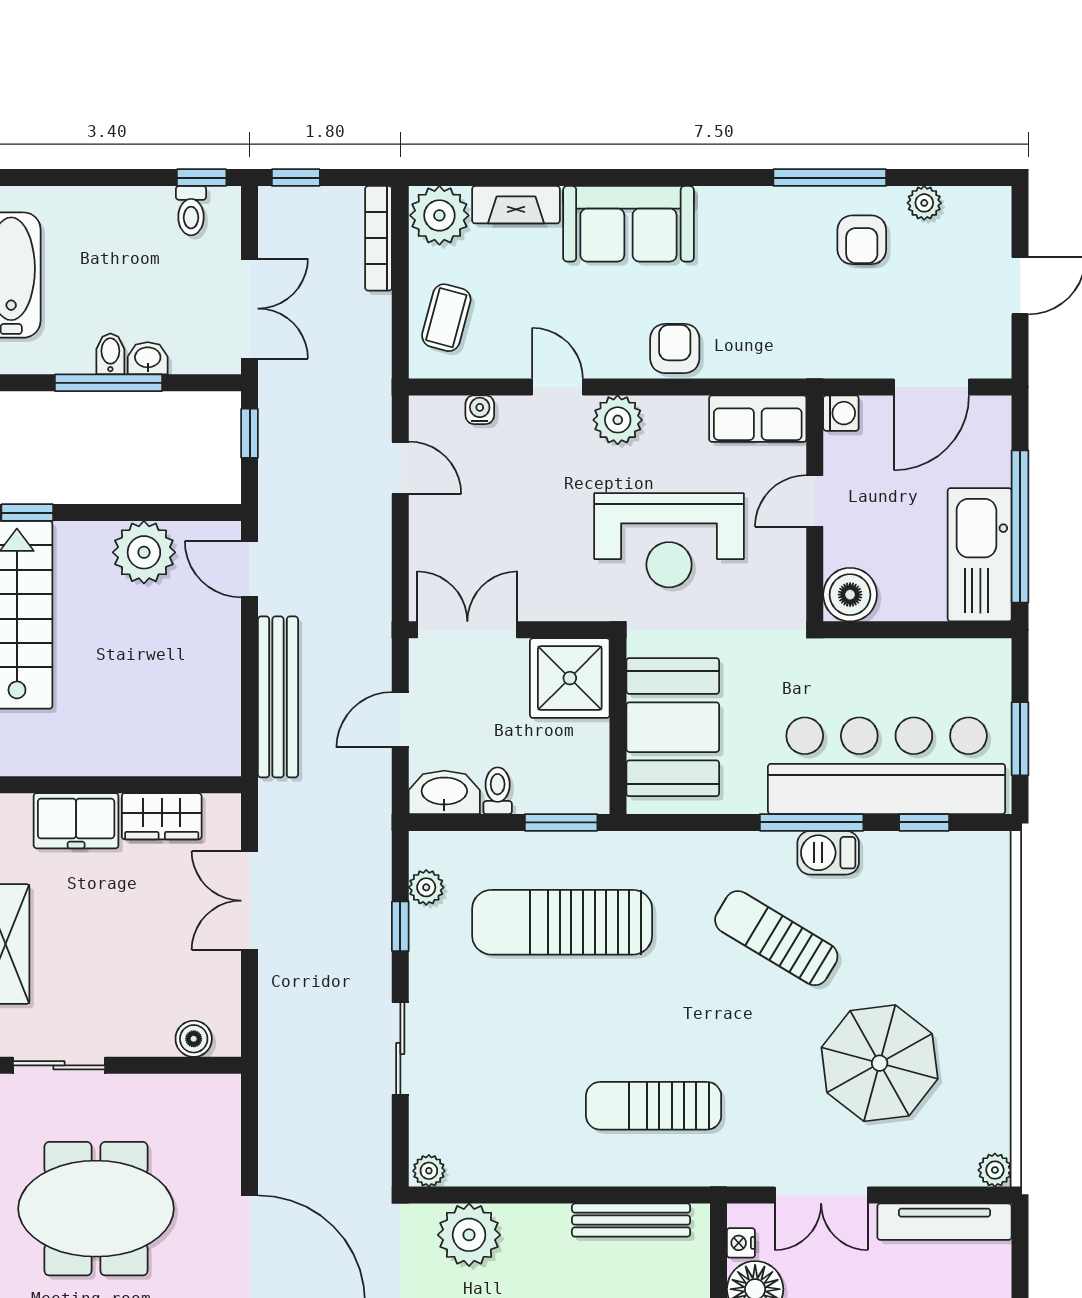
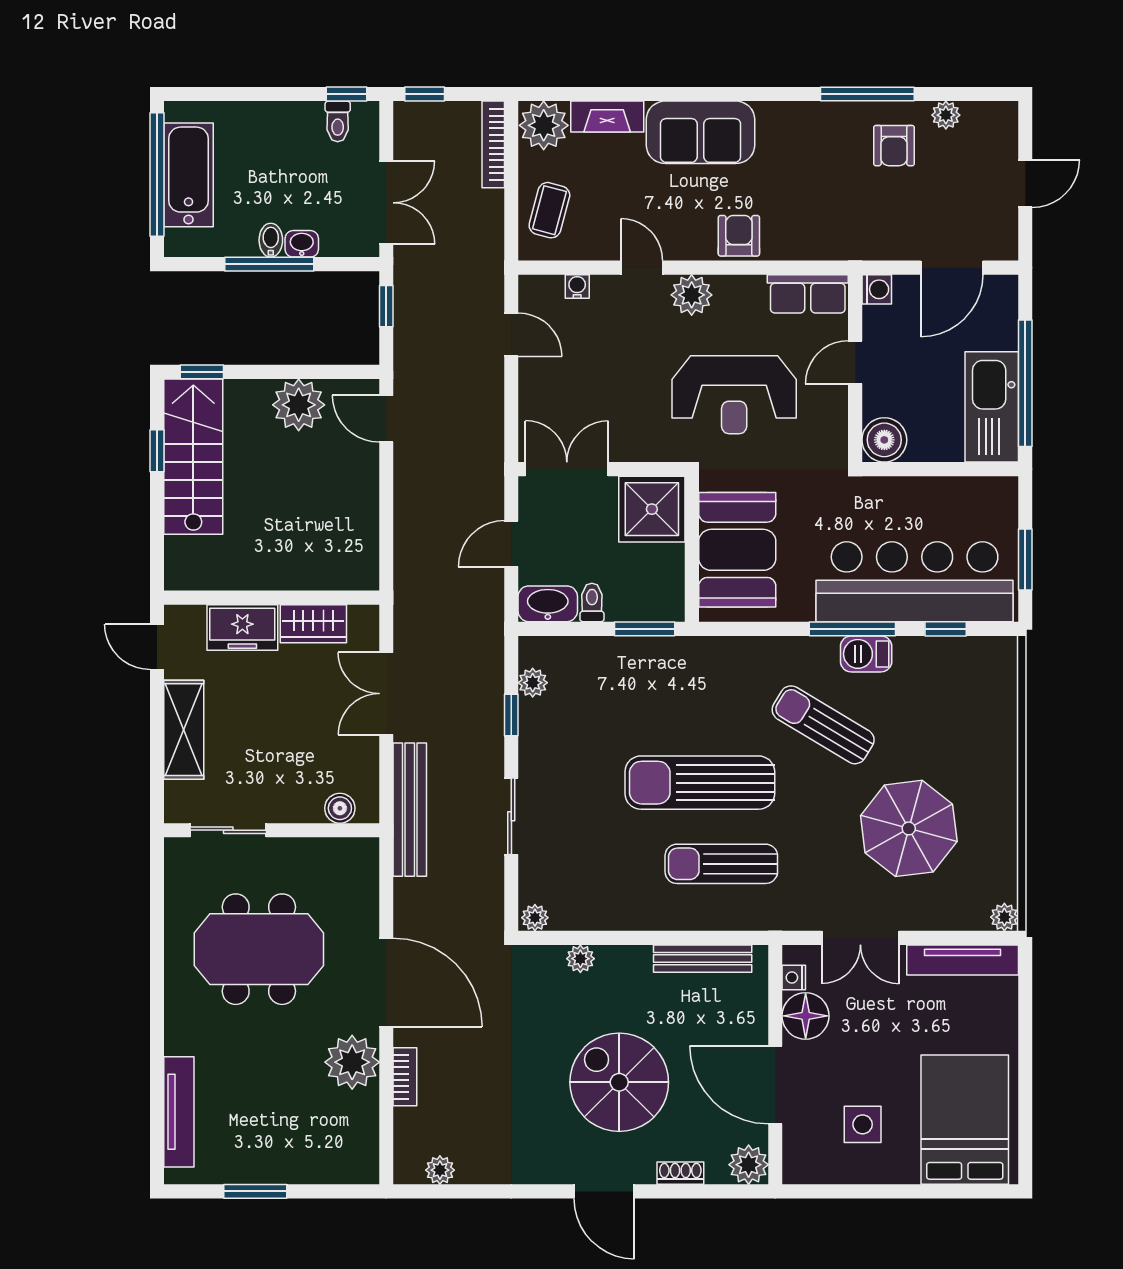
bench: (278, 697) -> (410, 810), moved
sun lounger: (562, 922) -> (700, 783), moved
plant: (469, 1235) -> (580, 959), width x0.53, depth x0.53

